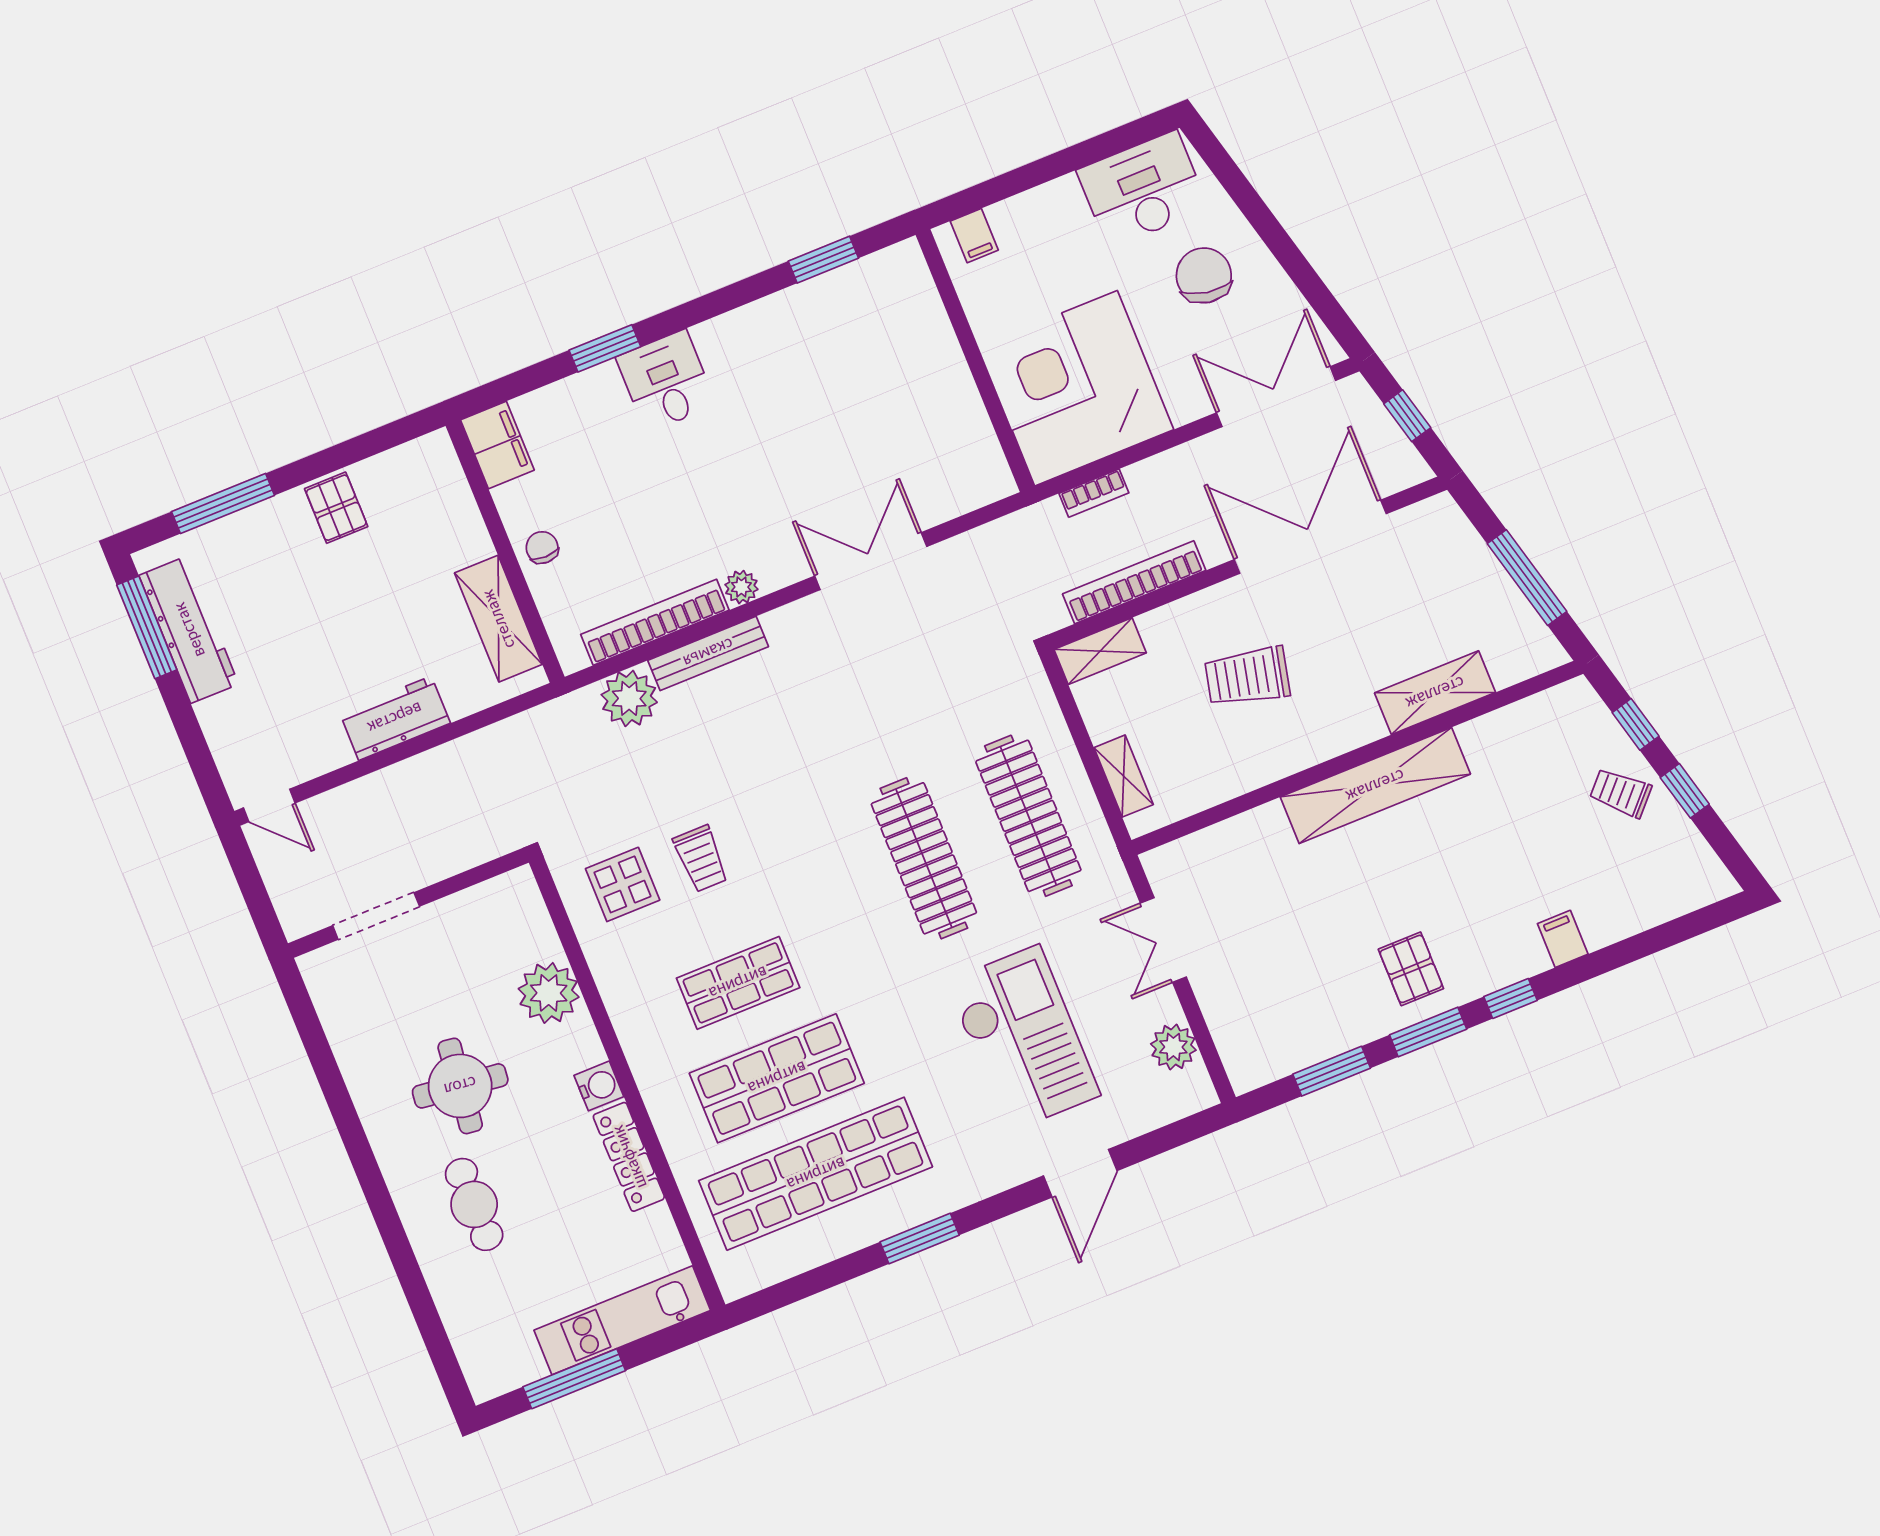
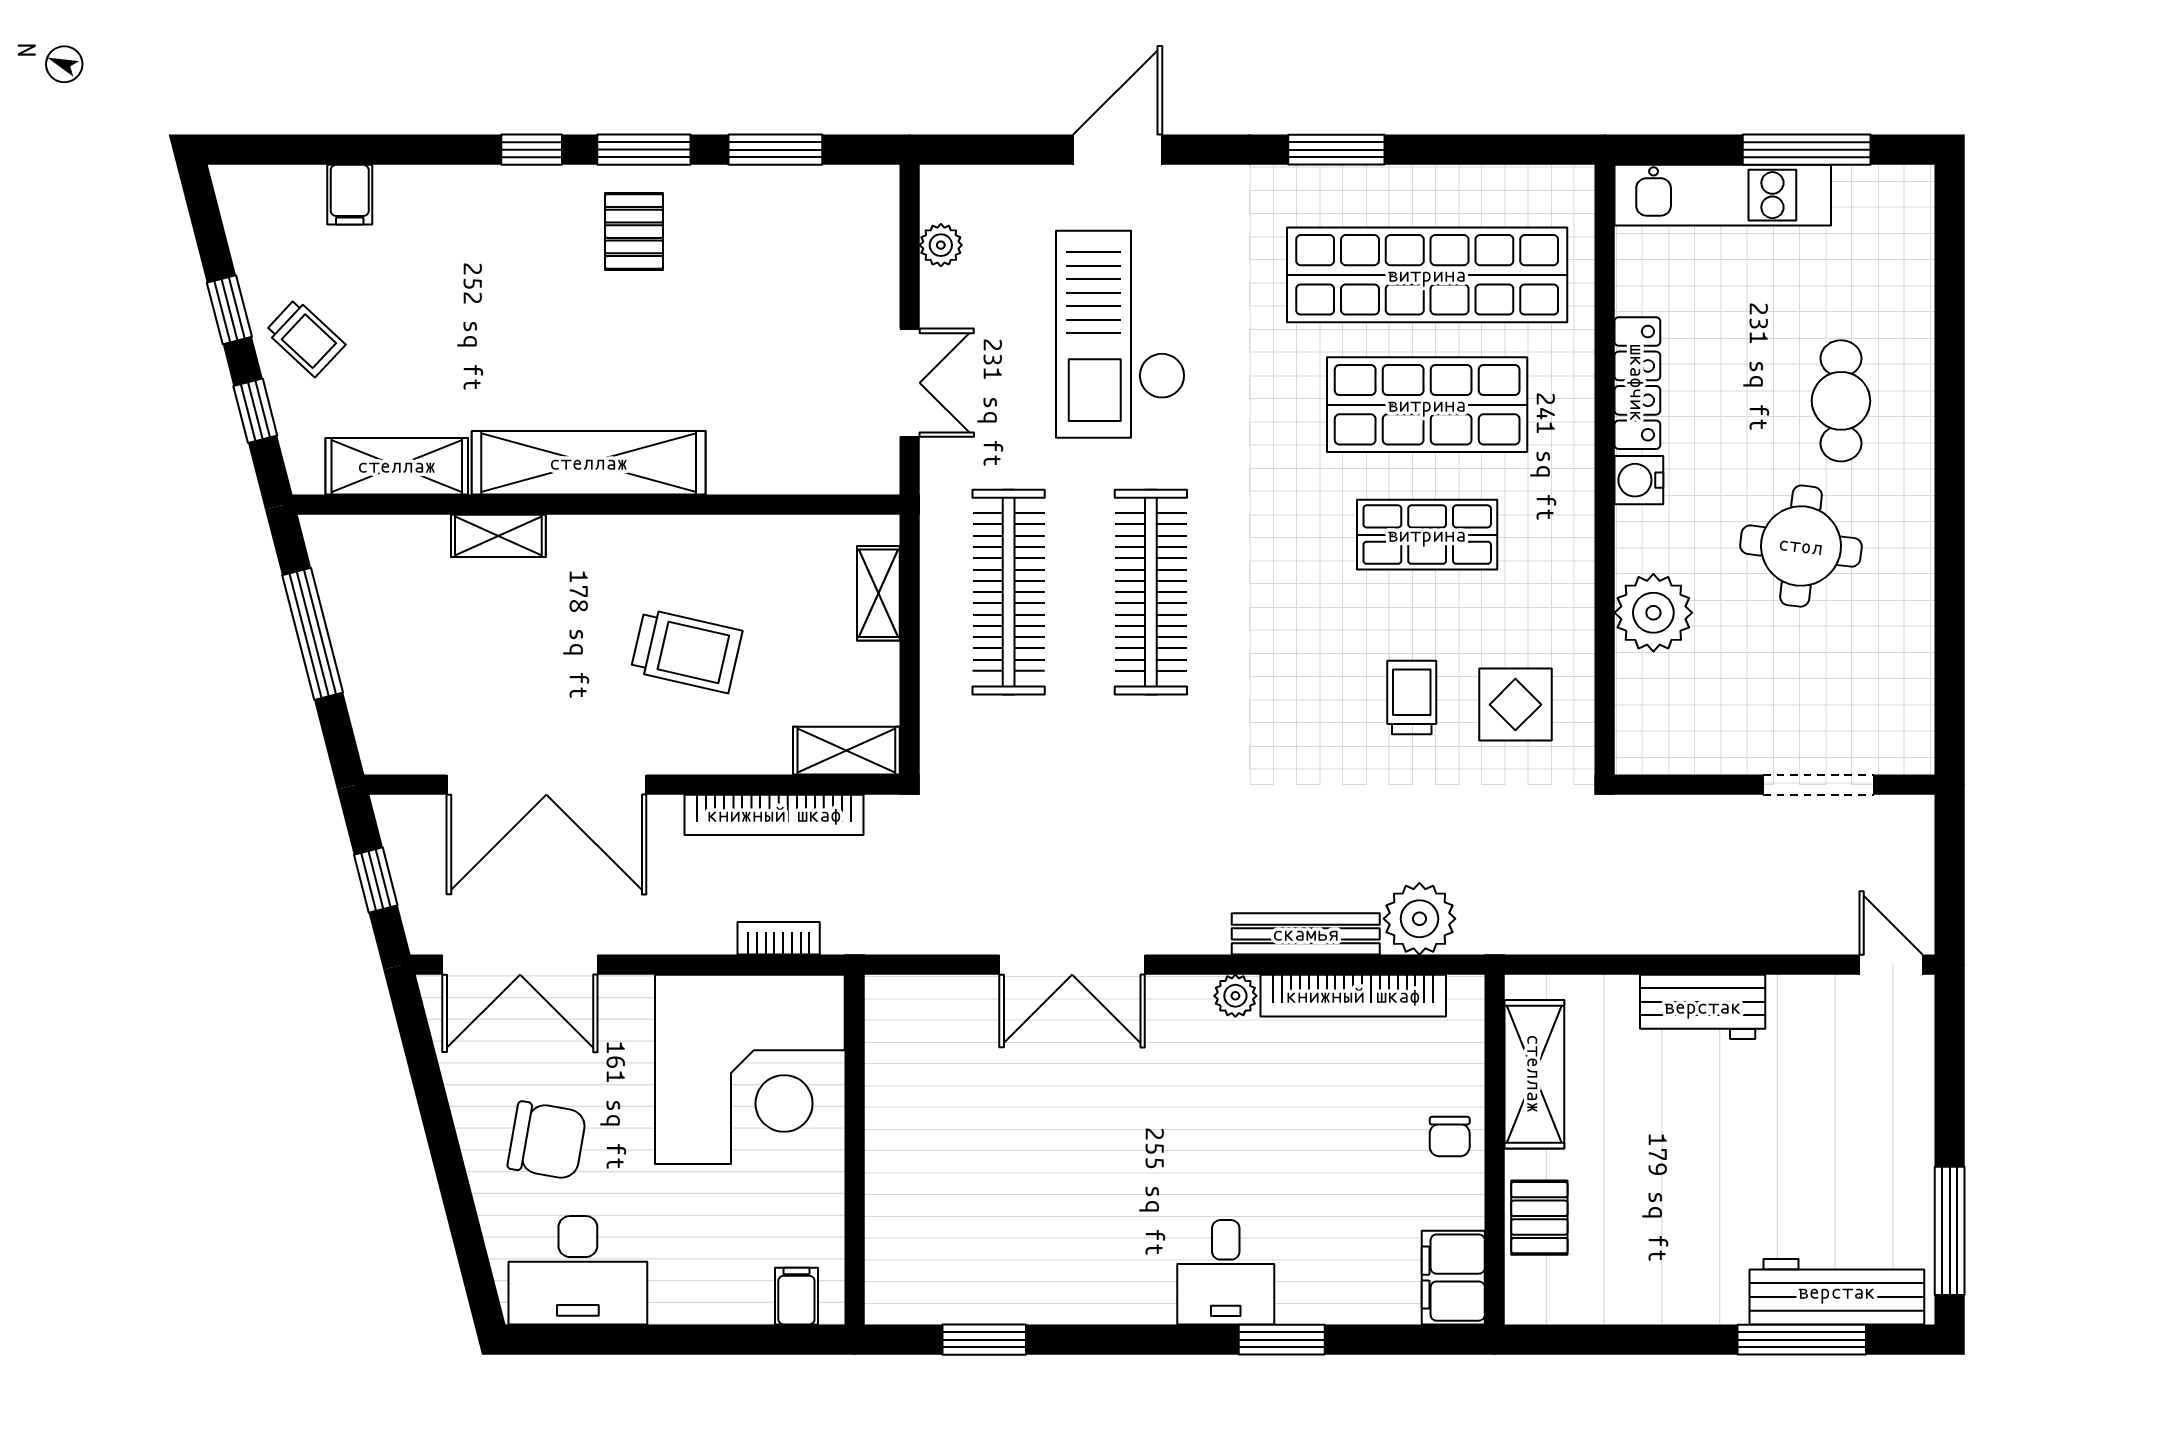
chair: (1204, 275) -> (547, 1140), turned -90
pallet: (336, 508) -> (1539, 1218), moved
workbench: (189, 630) -> (1837, 1292), moved, turned 90
shelving: (1435, 693) -> (498, 536), width x0.67, depth x0.75
shelving: (1515, 726) -> (397, 466), added
filing cabinet: (1563, 939) -> (350, 195), moved
plant: (1173, 1047) -> (941, 245), width x0.73, depth x0.73

